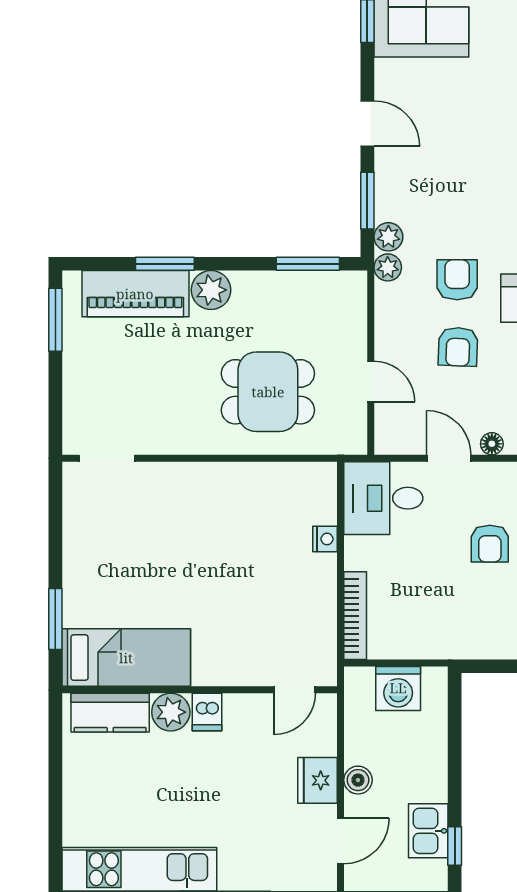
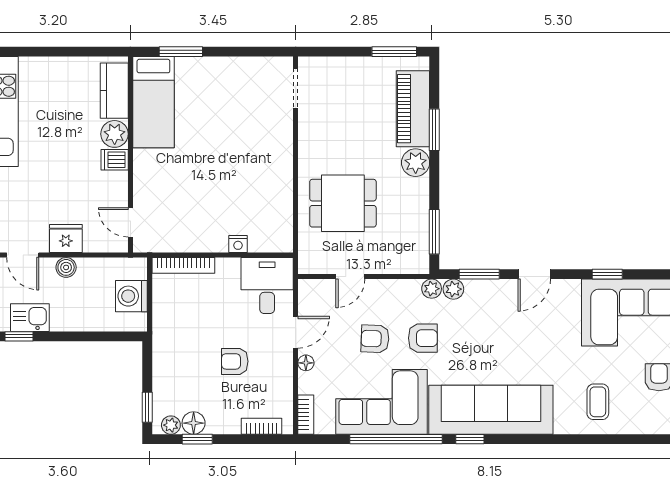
dining table: (268, 392) -> (343, 203), turned 90

